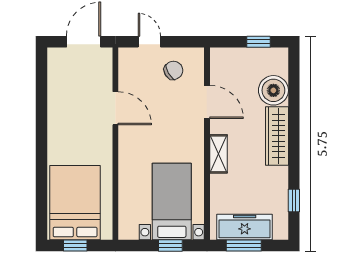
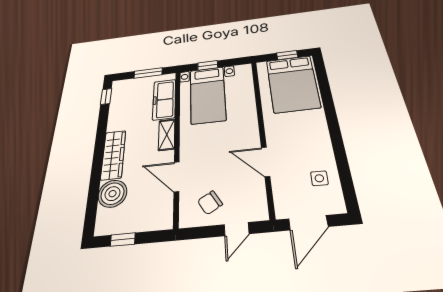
door: (149, 42) -> (237, 229), hinge flipped
side table: (66, 84) -> (319, 178), added
window: (294, 200) -> (106, 96), moved
freezer: (245, 227) -> (164, 99), moved, turned 90

